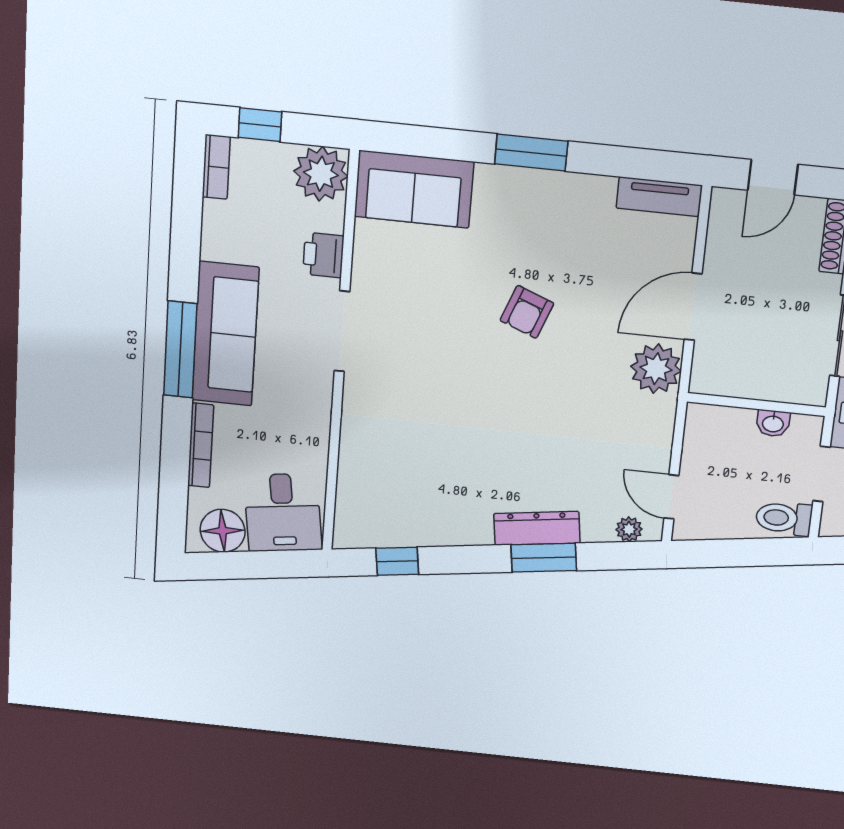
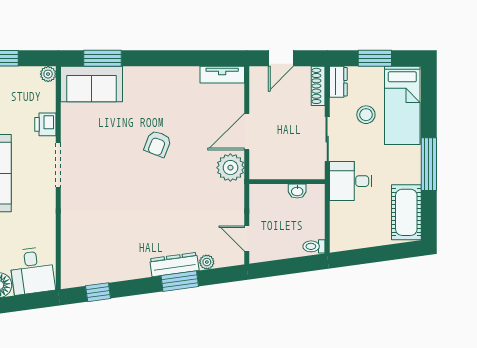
window: (531, 153) -> (102, 58), moved
plant: (321, 174) -> (48, 74), width x0.53, depth x0.53
doorway: (822, 474) -> (327, 217), removed
toilet: (784, 518) -> (314, 246), width x0.73, depth x0.72
plant: (629, 529) -> (207, 262), moved

